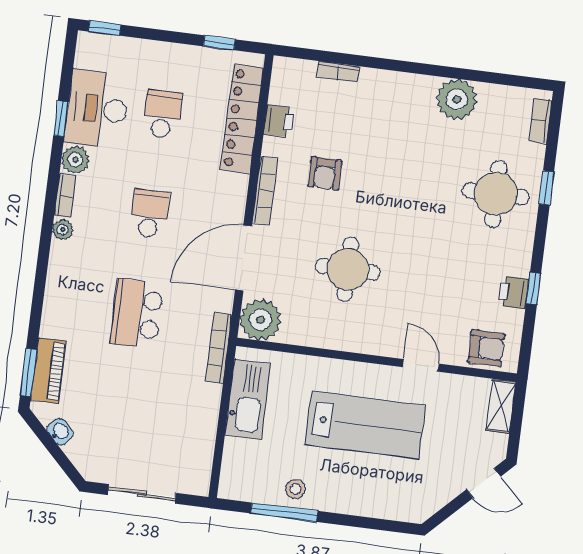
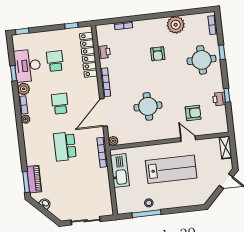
armchair: (325, 173) -> (158, 54), moved
plant: (261, 320) -> (113, 141), width x0.53, depth x0.53
armchair: (486, 348) -> (193, 113), moved

